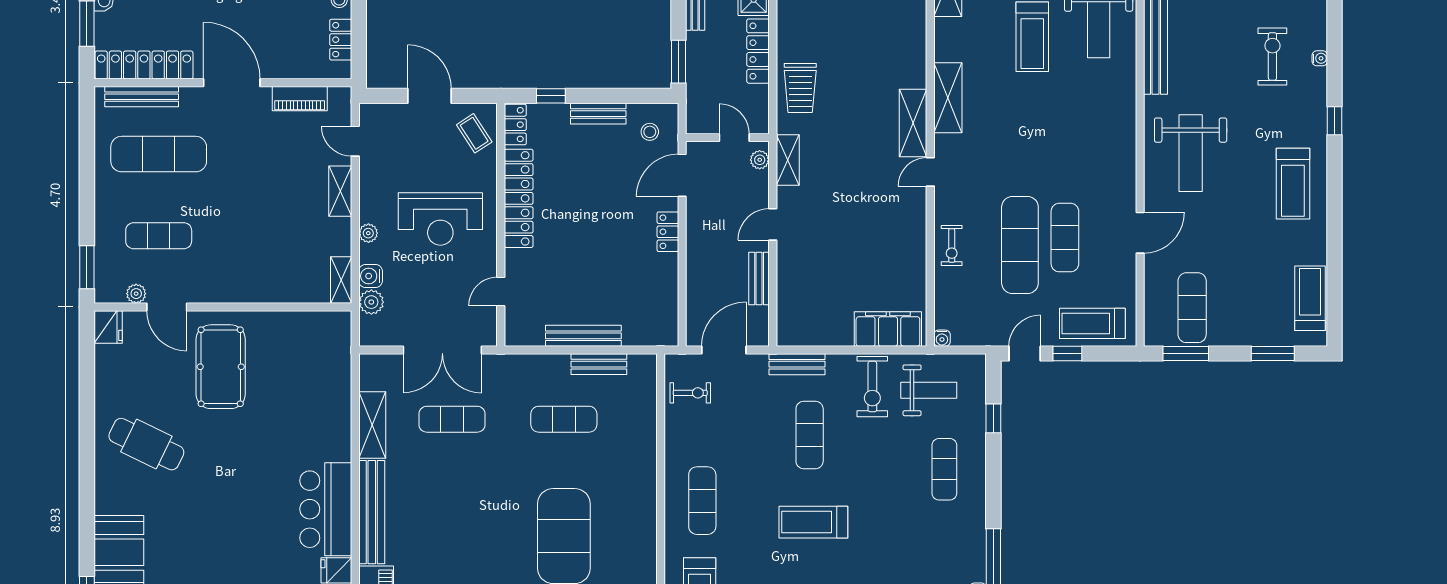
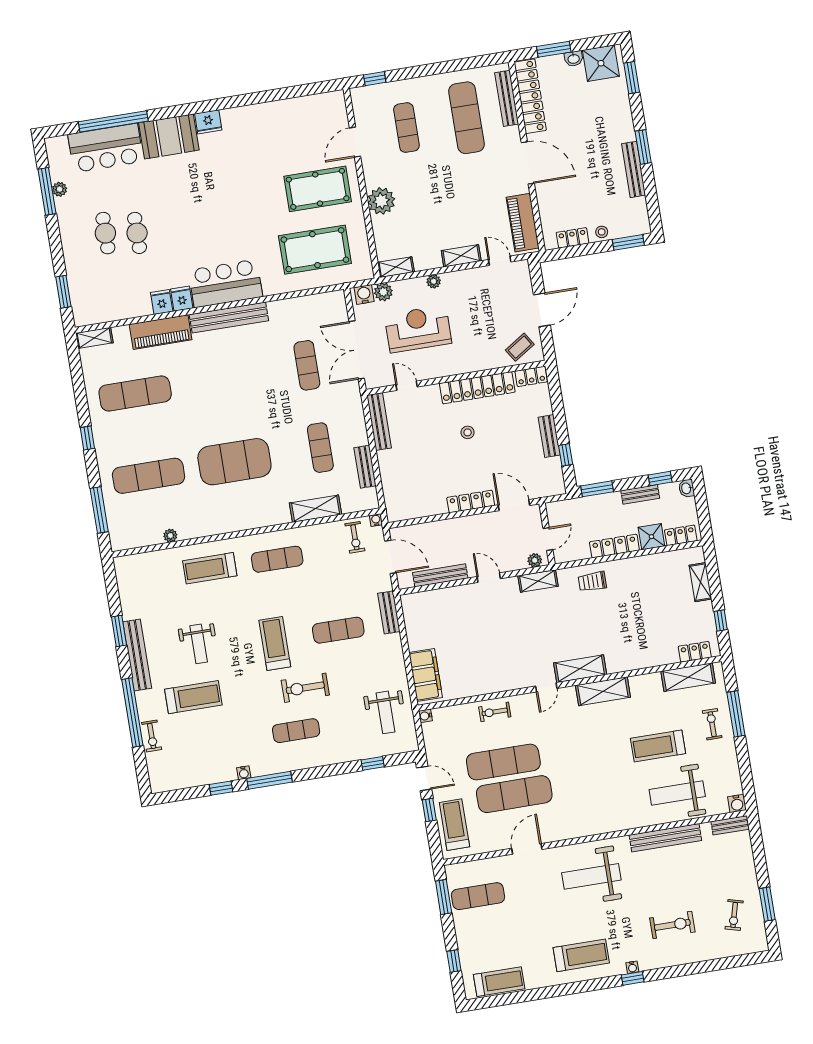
water cooler: (1320, 58) -> (632, 967), moved
door: (232, 83) -> (528, 163), hinge flipped
trolley: (800, 88) -> (592, 581), width x0.73, depth x0.72
window: (551, 96) -> (566, 455), moved
piano: (300, 99) -> (523, 223), width x1.37, depth x1.33
stool: (650, 132) -> (468, 432), moved
door: (355, 141) -> (500, 261), hinge flipped
door: (930, 172) -> (546, 687), swing flipped
treadmill: (1293, 184) -> (581, 955), turned 180
reception desk: (440, 219) -> (418, 329), moved, turned 90
locker: (668, 232) -> (471, 501), width x1.53
door: (1140, 233) -> (527, 849), swing flipped
exercise mat: (1065, 238) -> (514, 794), width x1.36, depth x1.45
window: (87, 267) -> (375, 79), width x0.67
water cooler: (371, 276) -> (364, 294), moved
bench: (759, 279) -> (440, 575), width x1.36
plant: (136, 294) -> (381, 201), moved, width x1.87, depth x1.87
fridge: (108, 327) -> (208, 122), moved
bench: (583, 336) -> (379, 422), moved
window: (1273, 354) -> (454, 961), width x0.67
water cooler: (672, 361) -> (376, 520), added
pool table: (301, 383) -> (315, 250), added
exercise bike: (872, 387) -> (305, 688), moved
shelving: (372, 425) -> (316, 509), moved
cafe table: (146, 444) -> (252, 144), removed
exercise mat: (944, 469) -> (296, 731), moved

